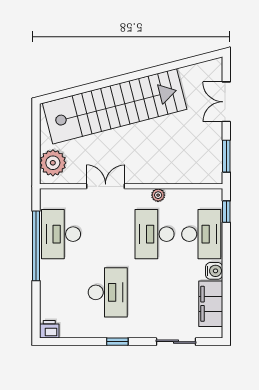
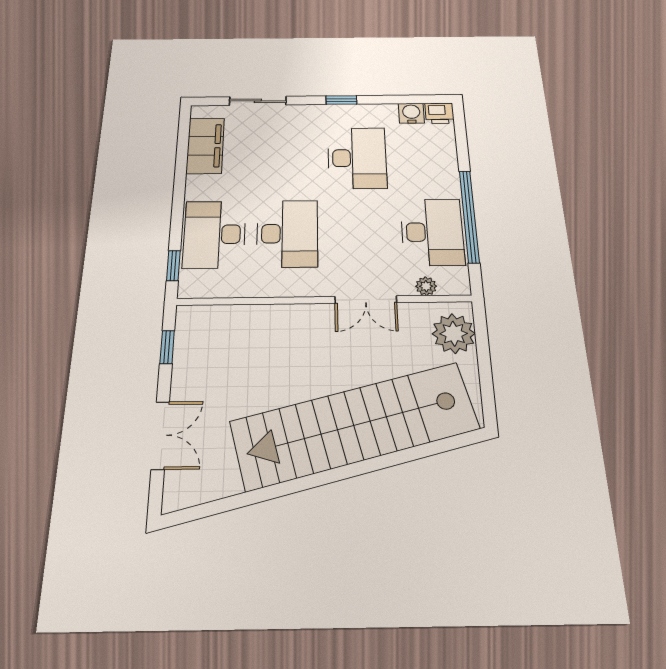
window: (226, 156) -> (167, 347), width x0.67
plant: (158, 195) -> (426, 286), moved
water cooler: (214, 271) -> (411, 113), moved, turned 90
desk: (108, 292) -> (357, 158), turned 180

